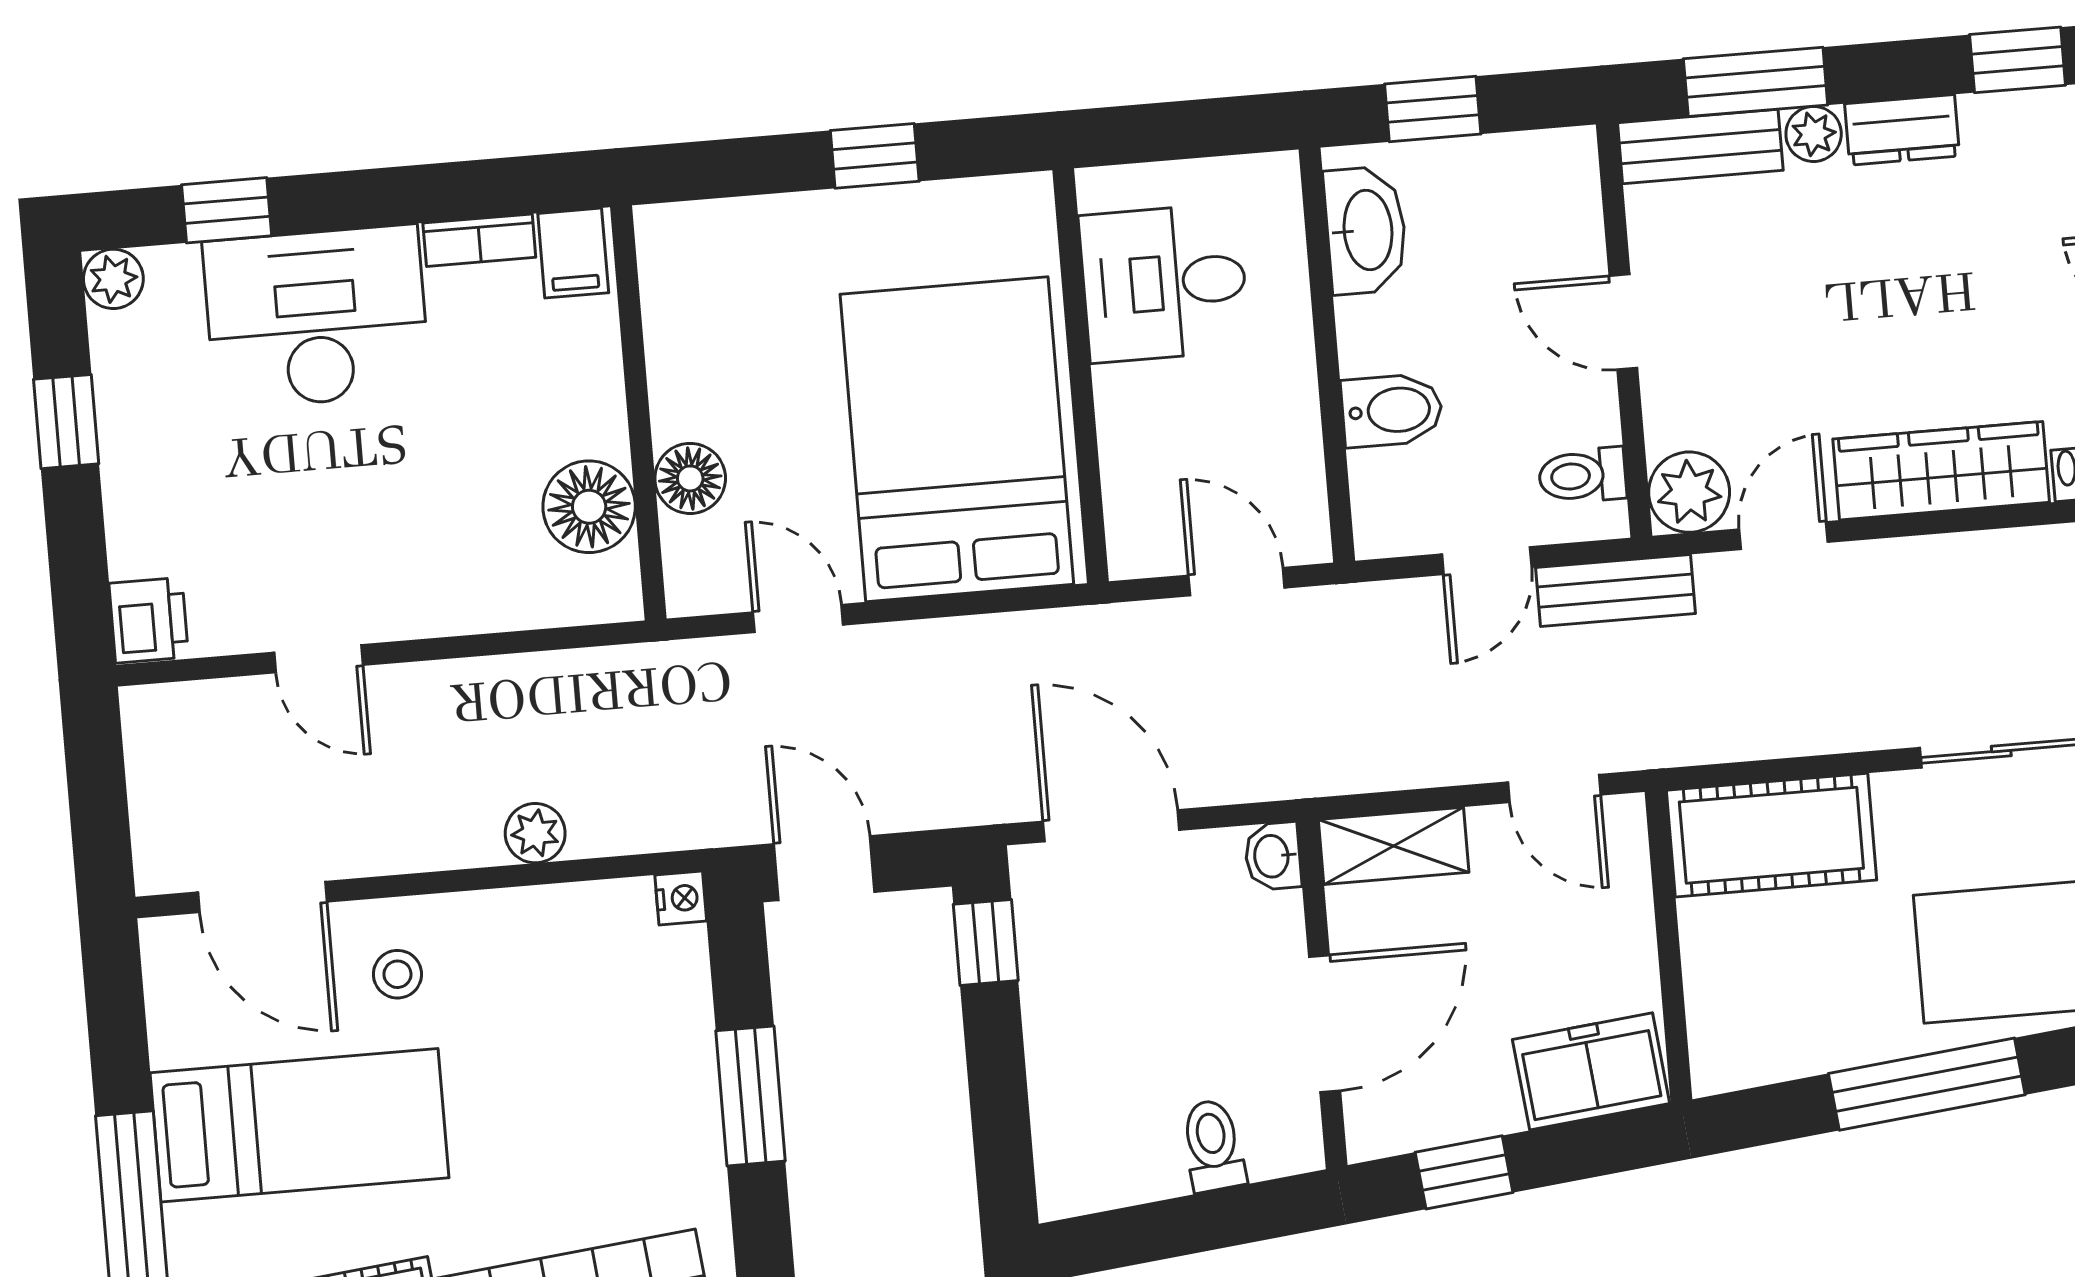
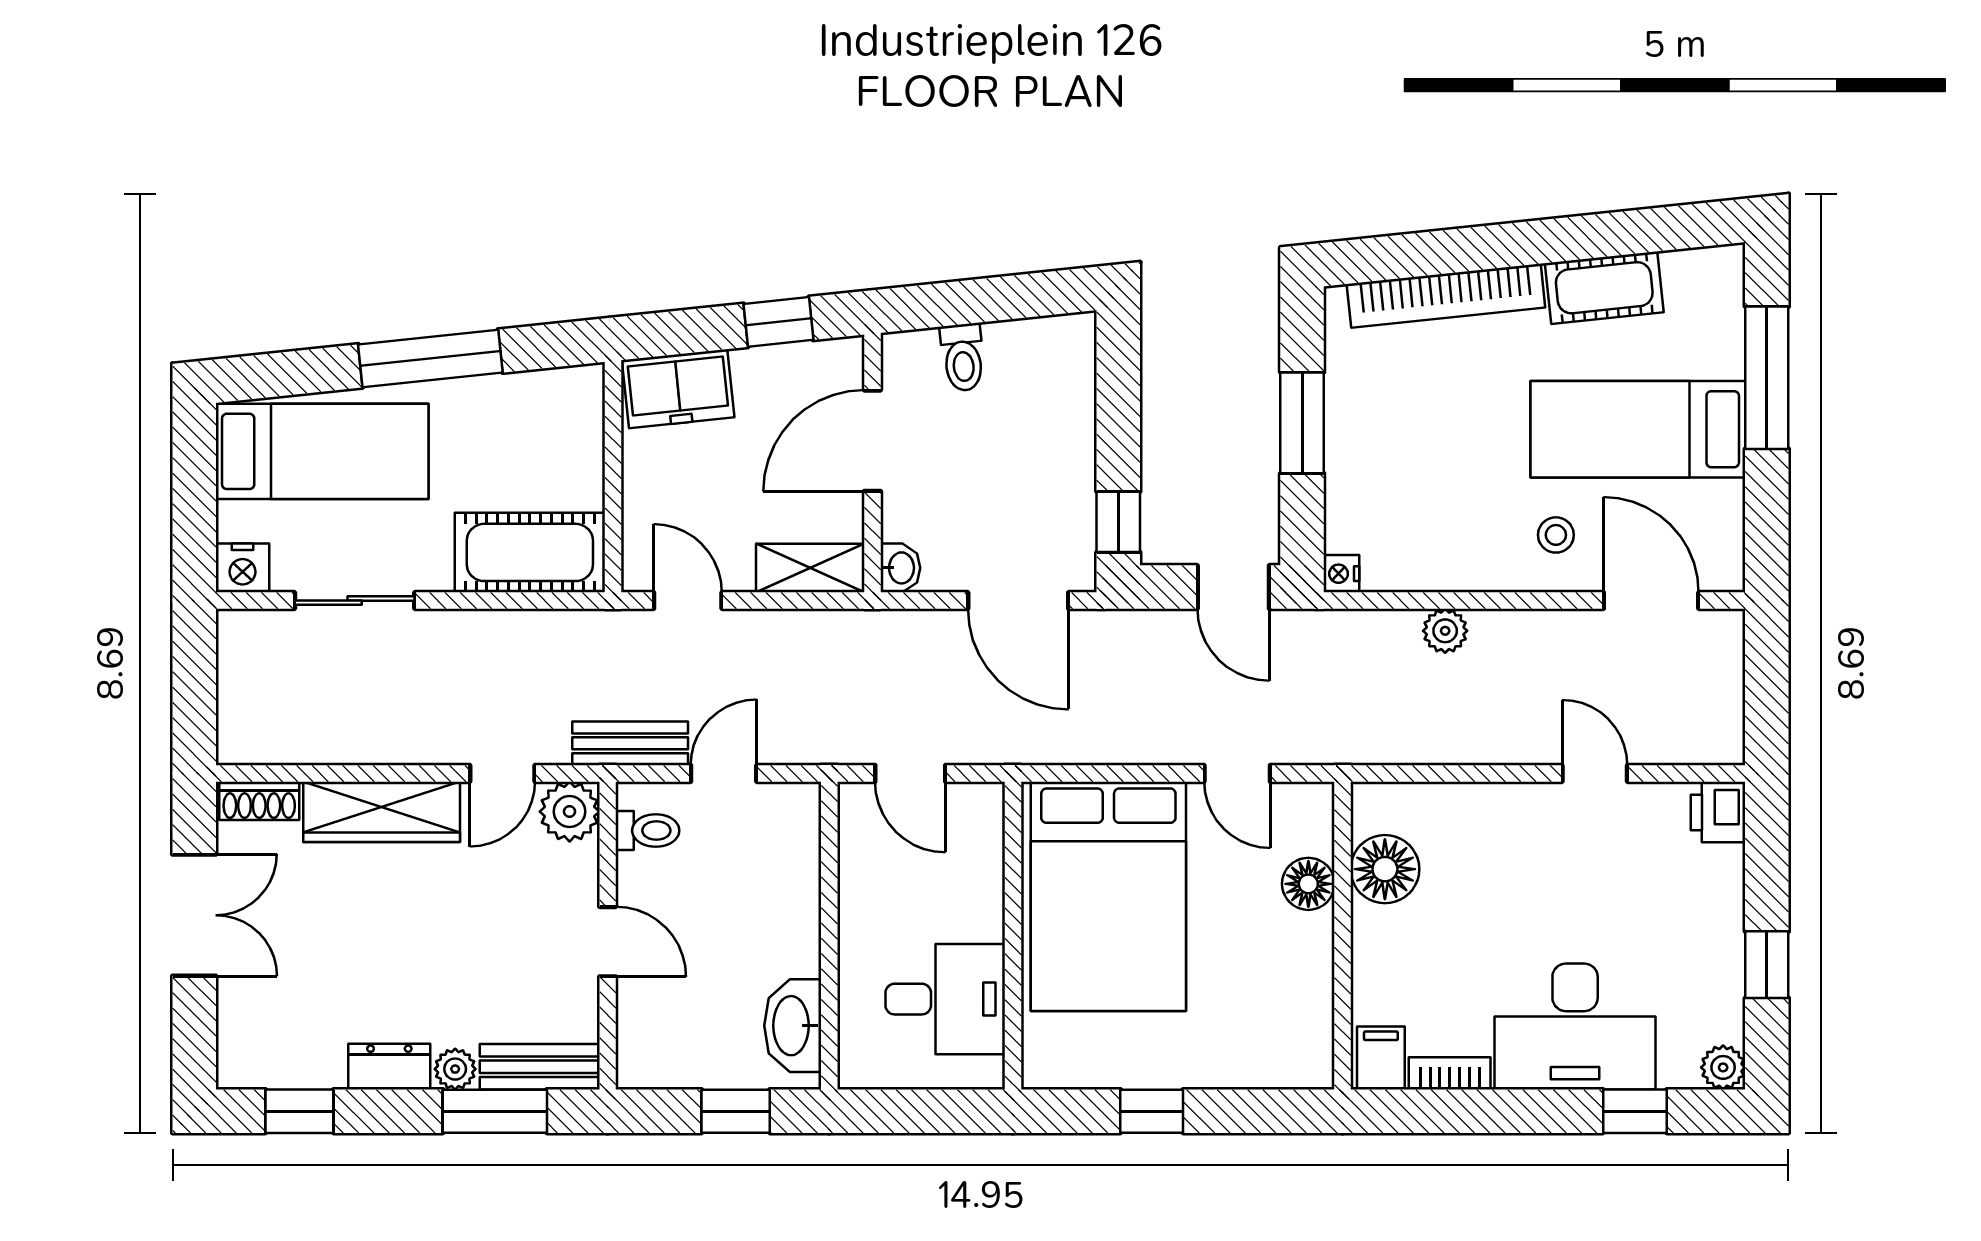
bidet: (1392, 410) -> (784, 891), removed

